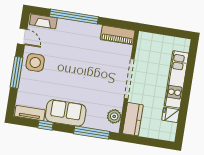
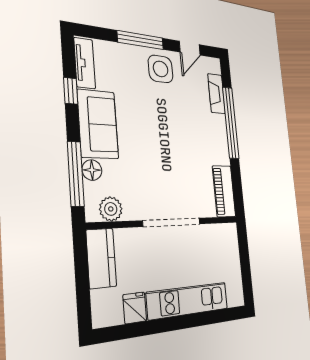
fireplace: (43, 21) -> (217, 94), moved
kitchen counter: (133, 119) -> (101, 258), moved, turned -90
floor lamp: (91, 123) -> (92, 170), added

